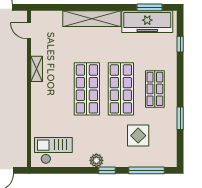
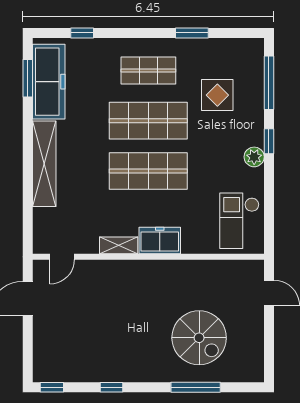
freezer: (40, 97) -> (160, 240), added

